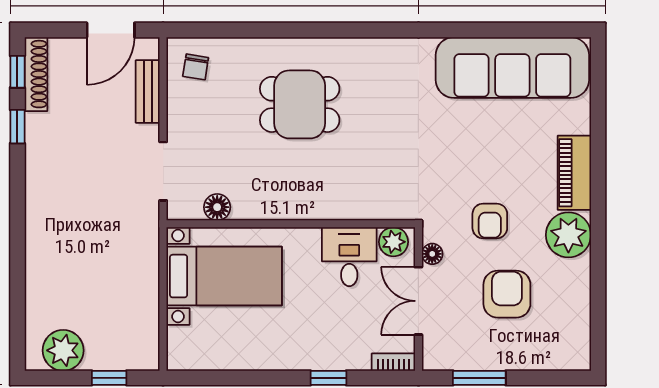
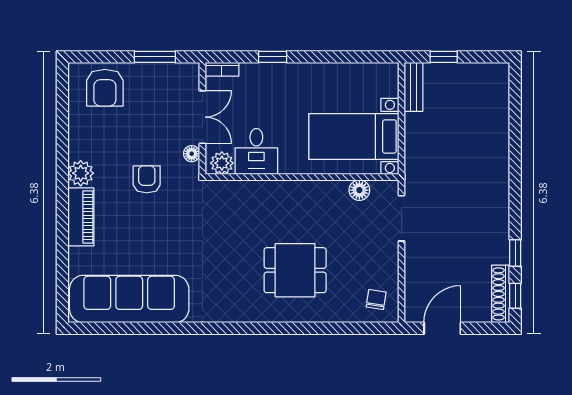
bench: (148, 91) -> (414, 87), moved
plant: (568, 235) -> (81, 173), width x0.73, depth x0.73
armchair: (507, 294) -> (105, 88), moved
plant: (63, 350) -> (480, 78), removed

